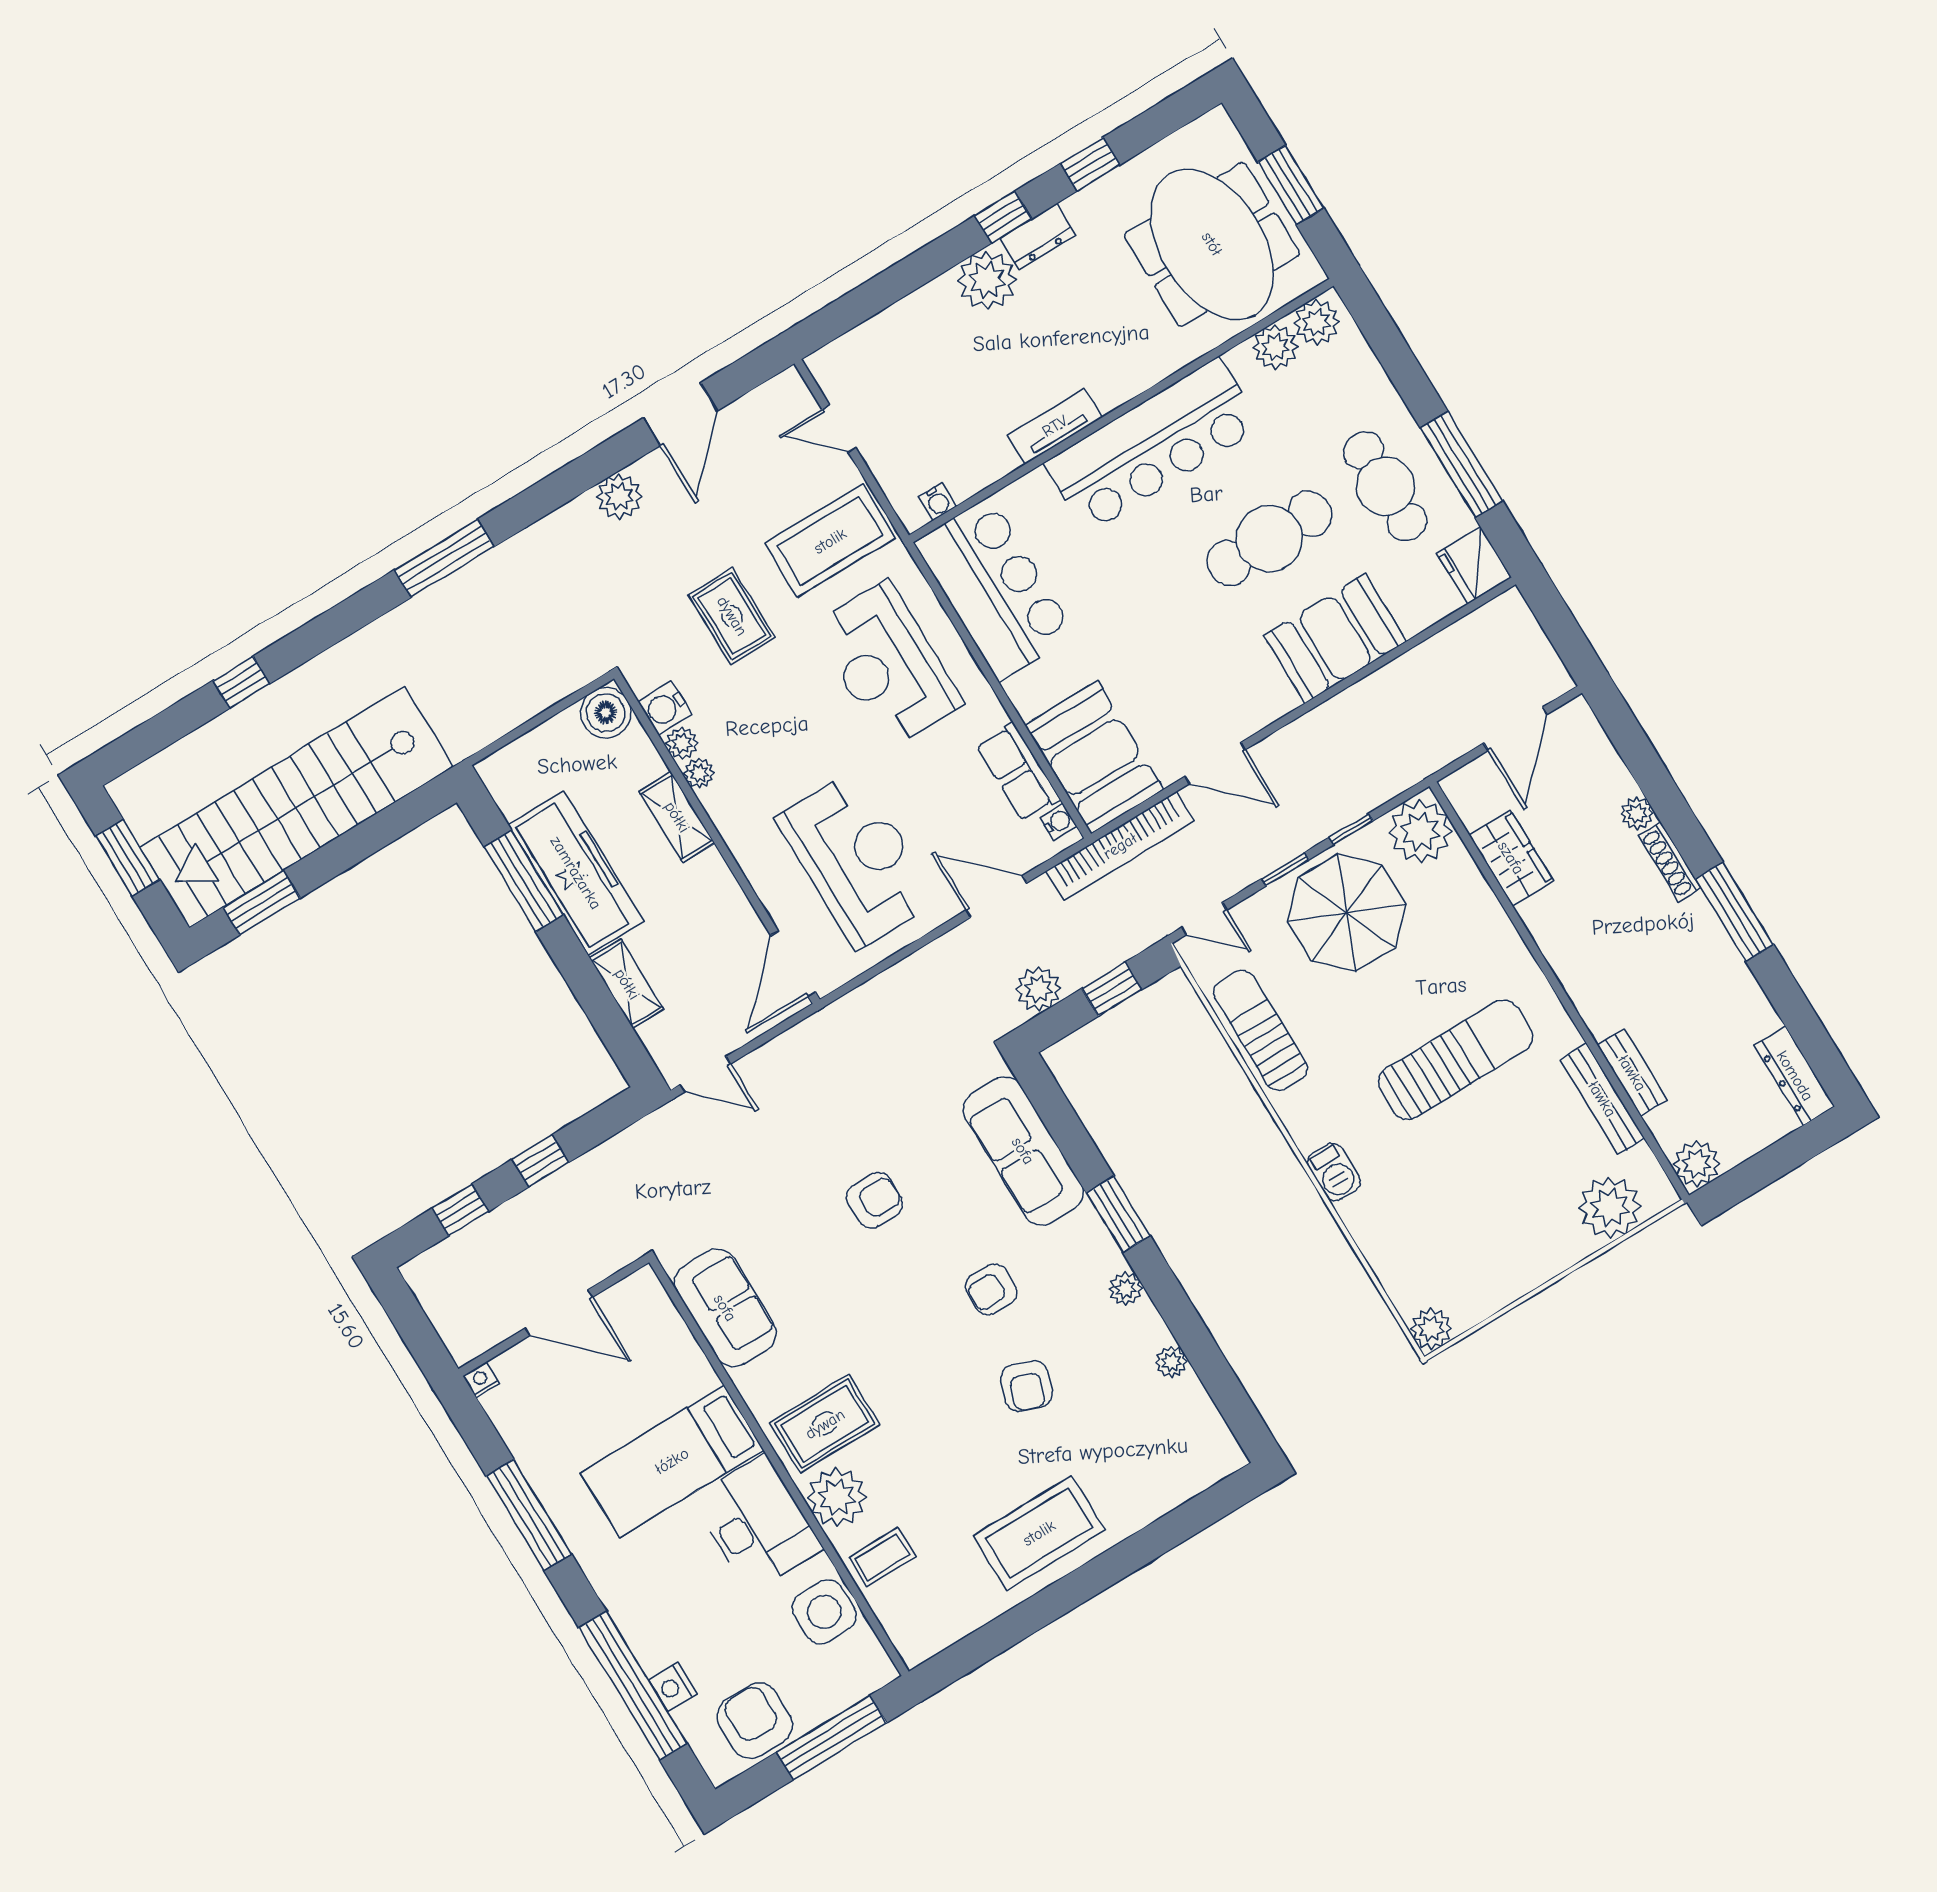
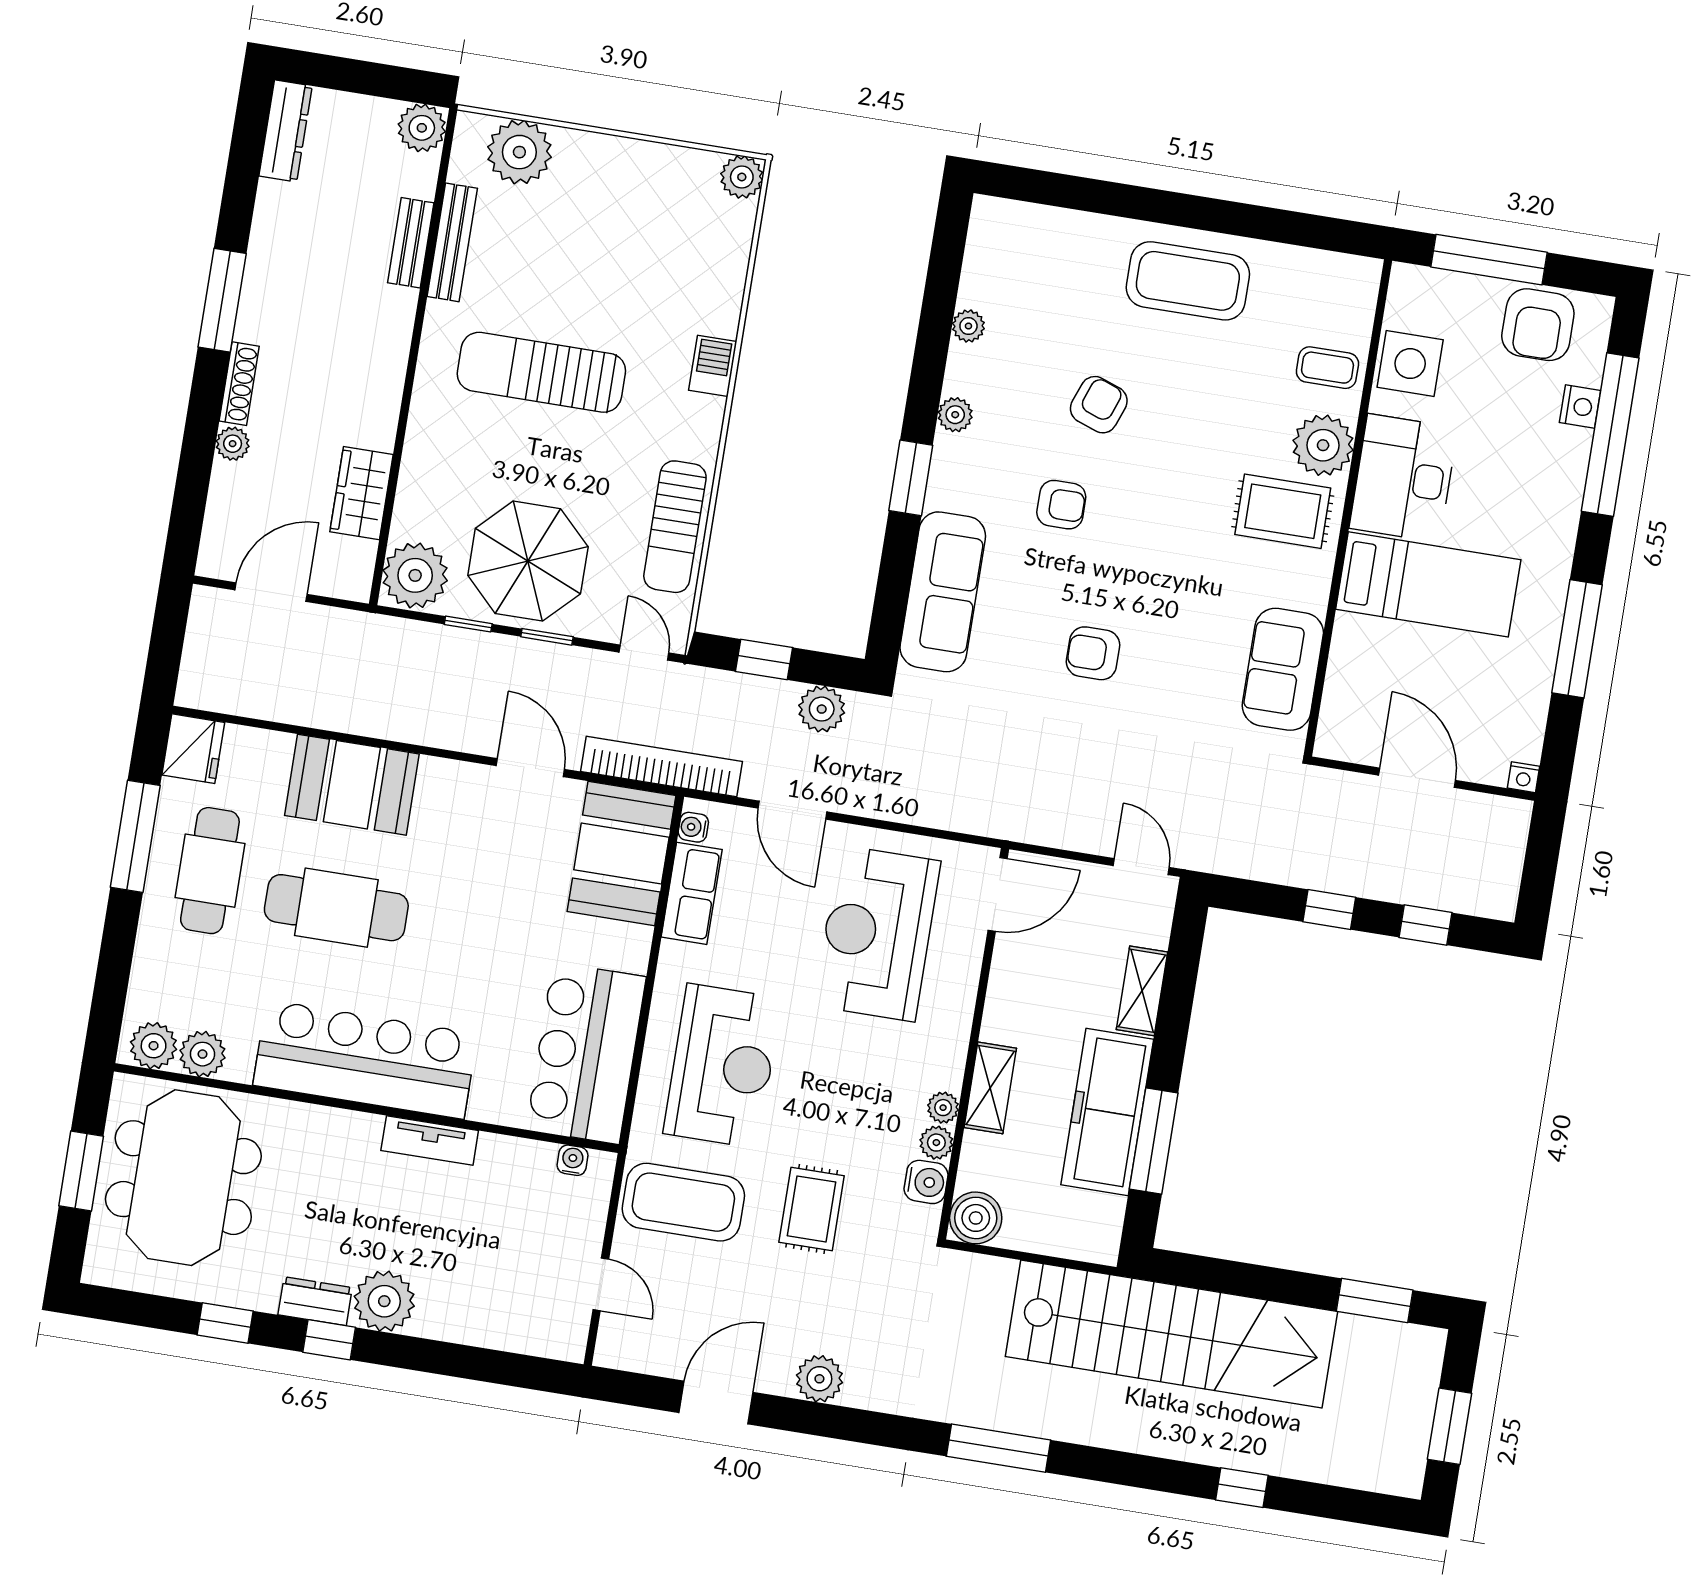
stairs: (297, 807) -> (1171, 1334), moved

